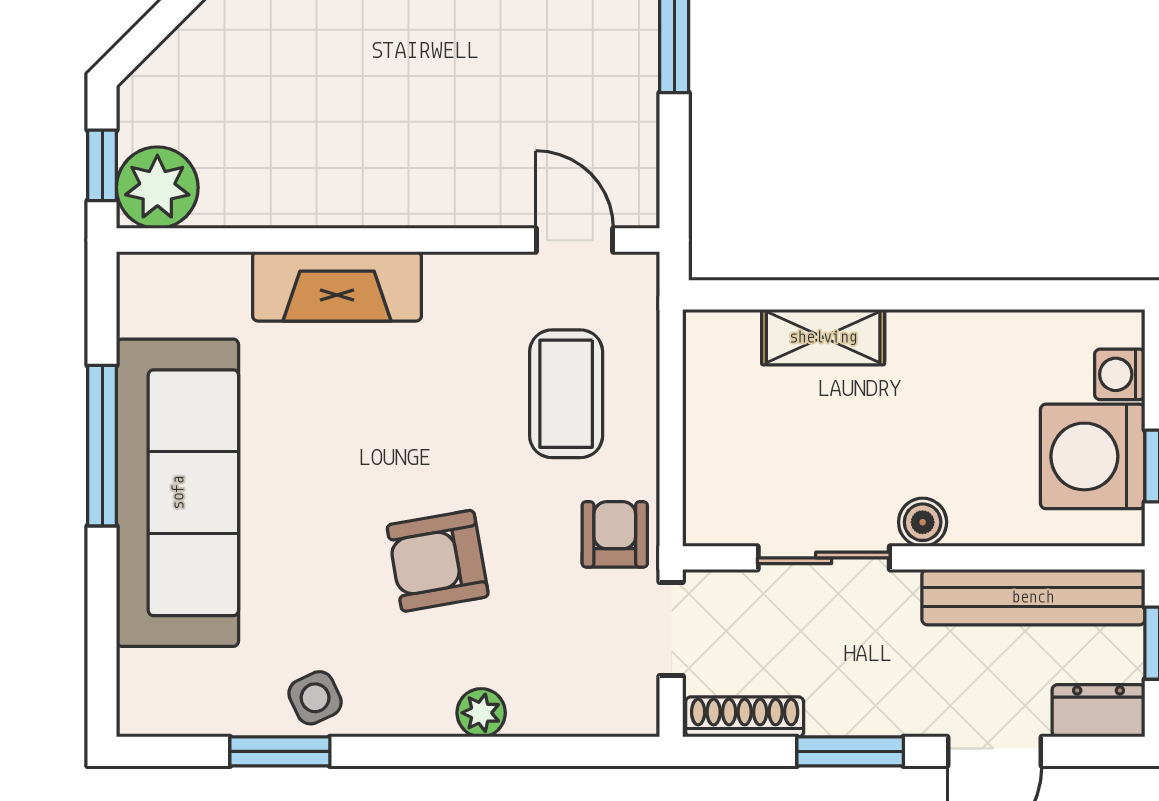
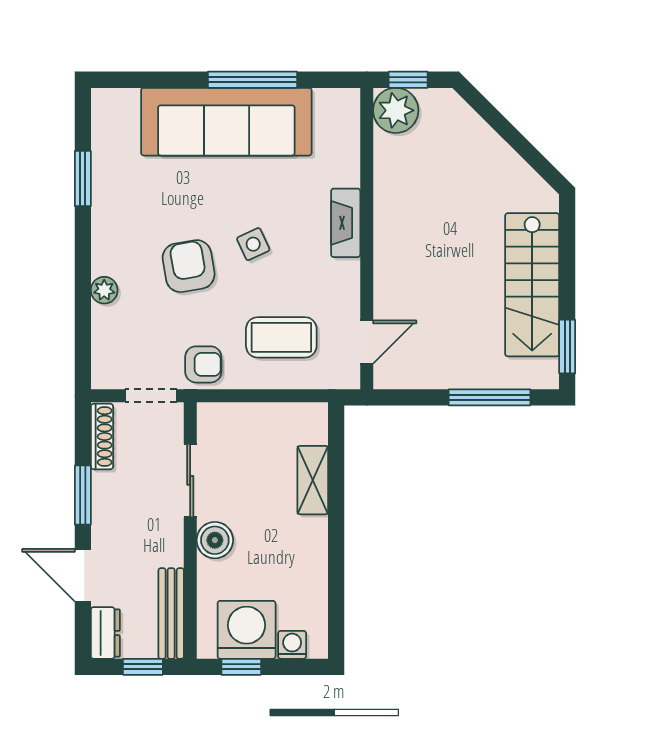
fireplace: (337, 286) -> (346, 223), width x0.73, depth x0.76
boiler: (923, 522) -> (215, 540), width x1.36, depth x1.36
bench: (1033, 597) -> (171, 613), width x0.73, depth x0.82
side table: (315, 698) -> (253, 244), moved

